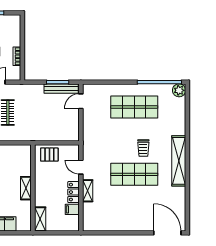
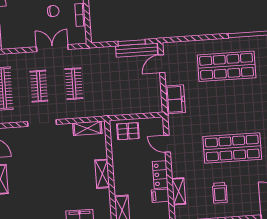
freezer: (90, 131) -> (175, 99), added
trolley: (143, 148) -> (220, 193), moved
shelving: (16, 150) -> (87, 128), added
shelving: (88, 191) -> (179, 191), moved

